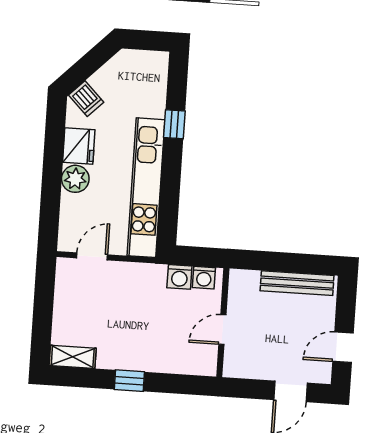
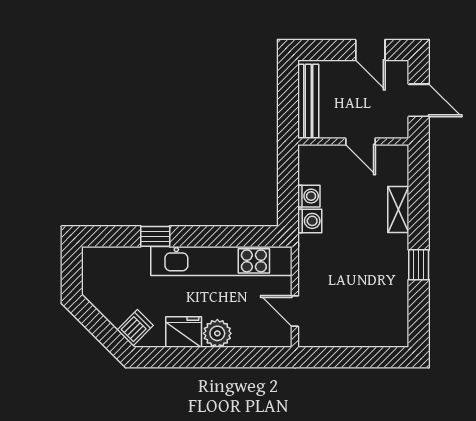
wall: (223, 323) -> (353, 141), moved
door: (222, 330) -> (360, 141), moved
shelving: (73, 357) -> (398, 209), moved

